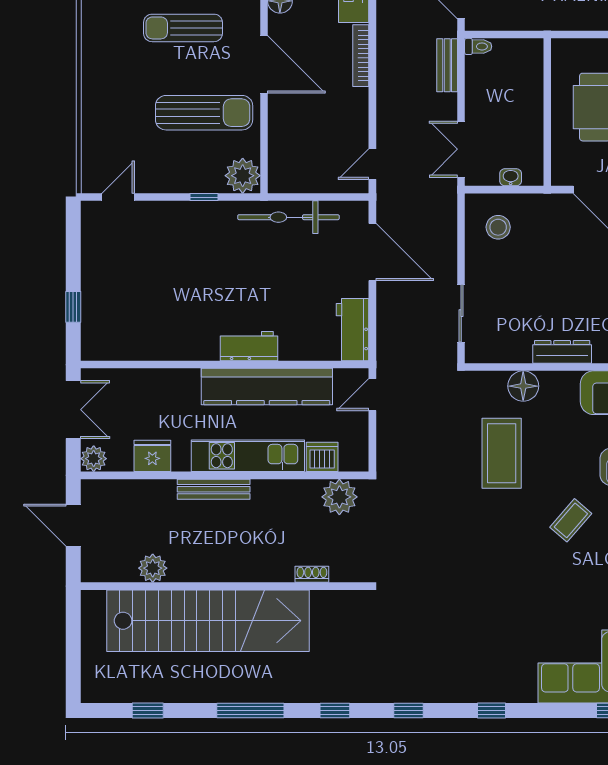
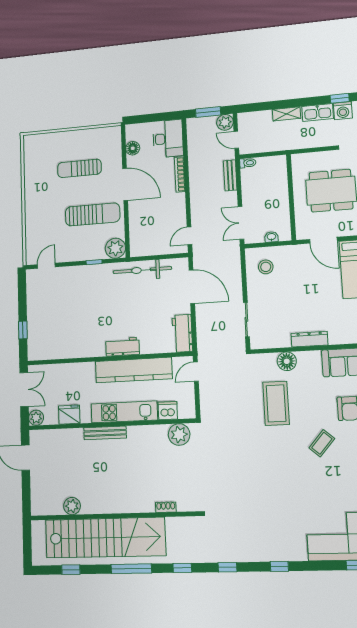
plant: (153, 568) -> (72, 506), moved
shoe rack: (312, 574) -> (166, 507), moved
wall: (225, 586) -> (114, 516), moved
stairs: (208, 621) -> (105, 538), moved

